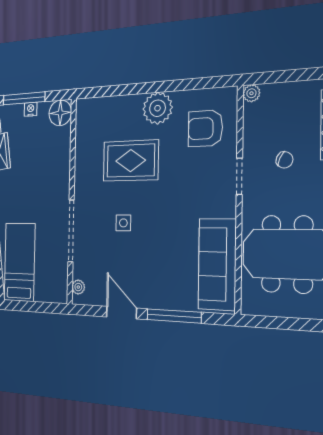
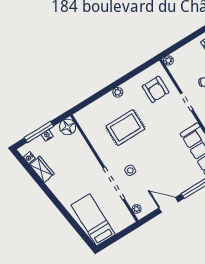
plant: (158, 108) -> (118, 92), width x0.53, depth x0.53
armchair: (205, 128) -> (156, 89), turned -90
side table: (123, 223) -> (130, 170), moved

